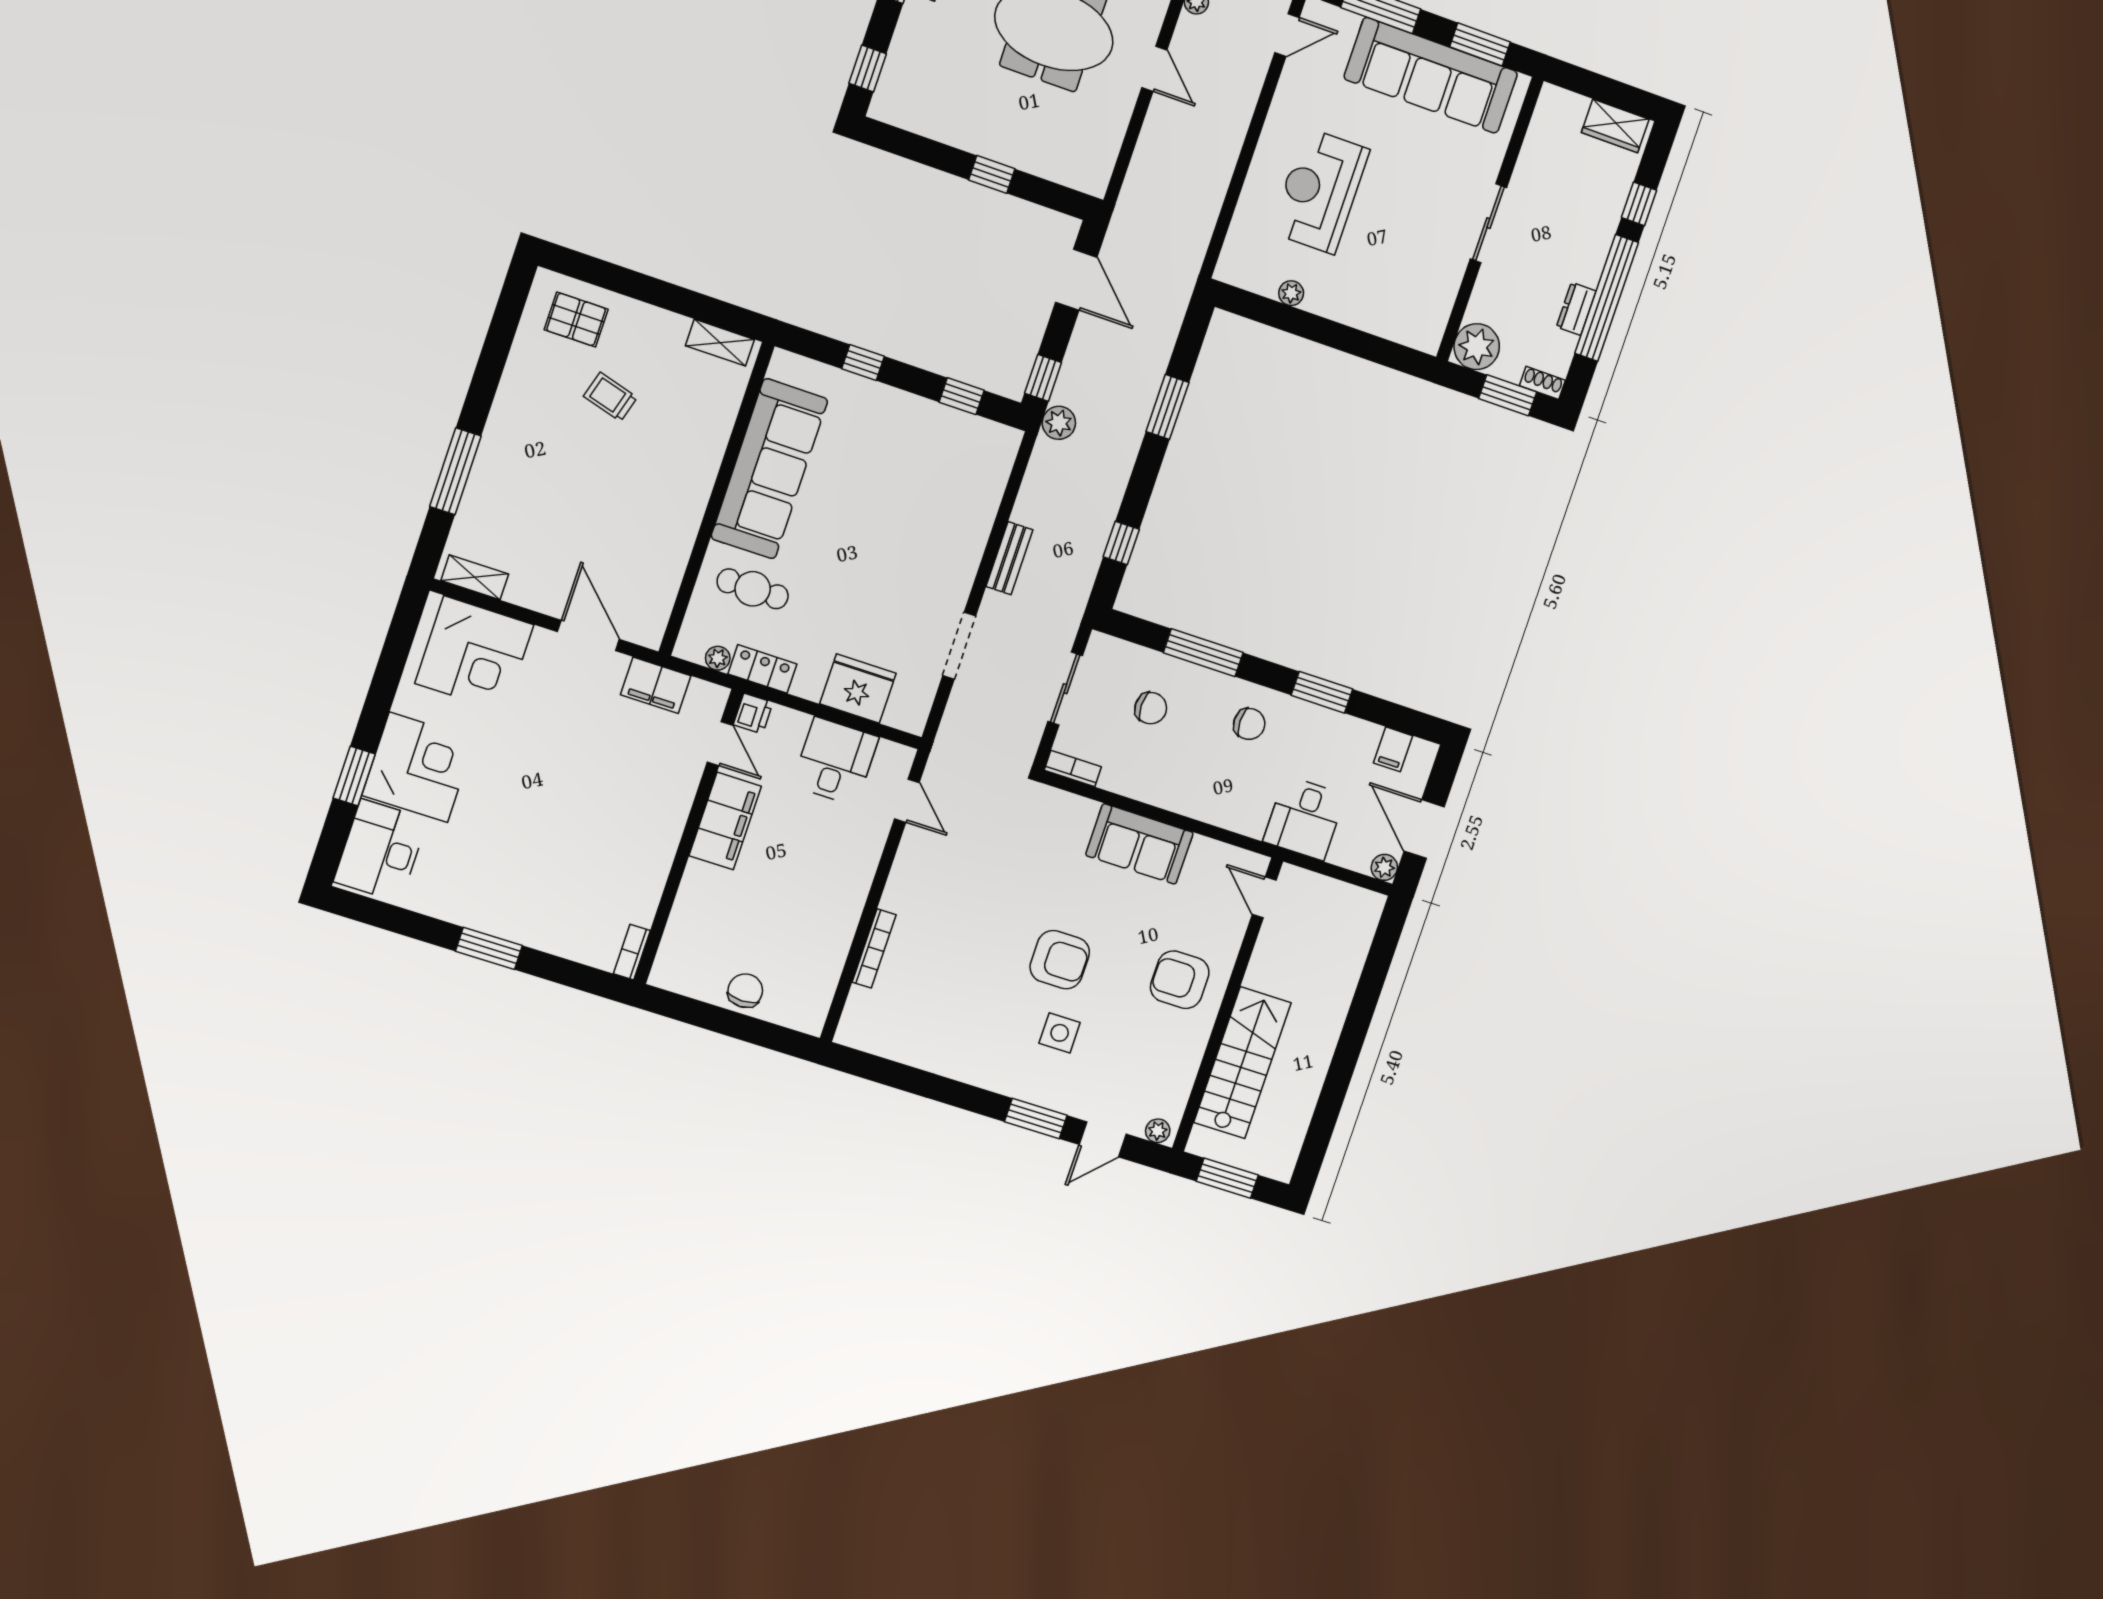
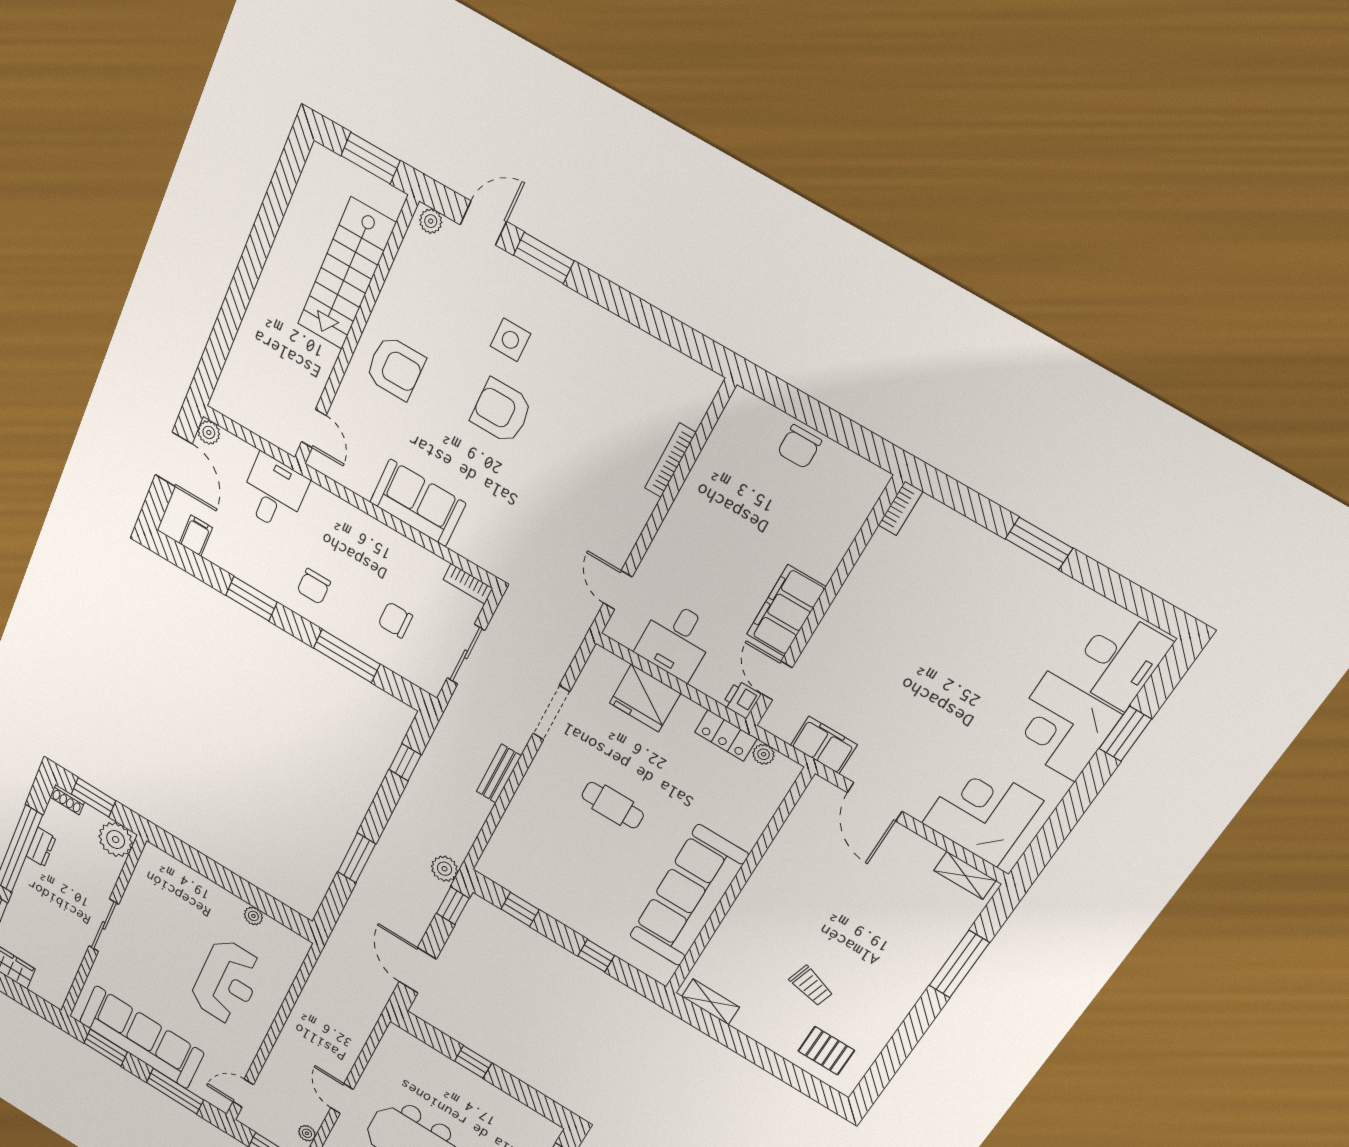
cafe table: (753, 589) -> (613, 805), moved
chair: (1249, 724) -> (314, 586), turned -90

